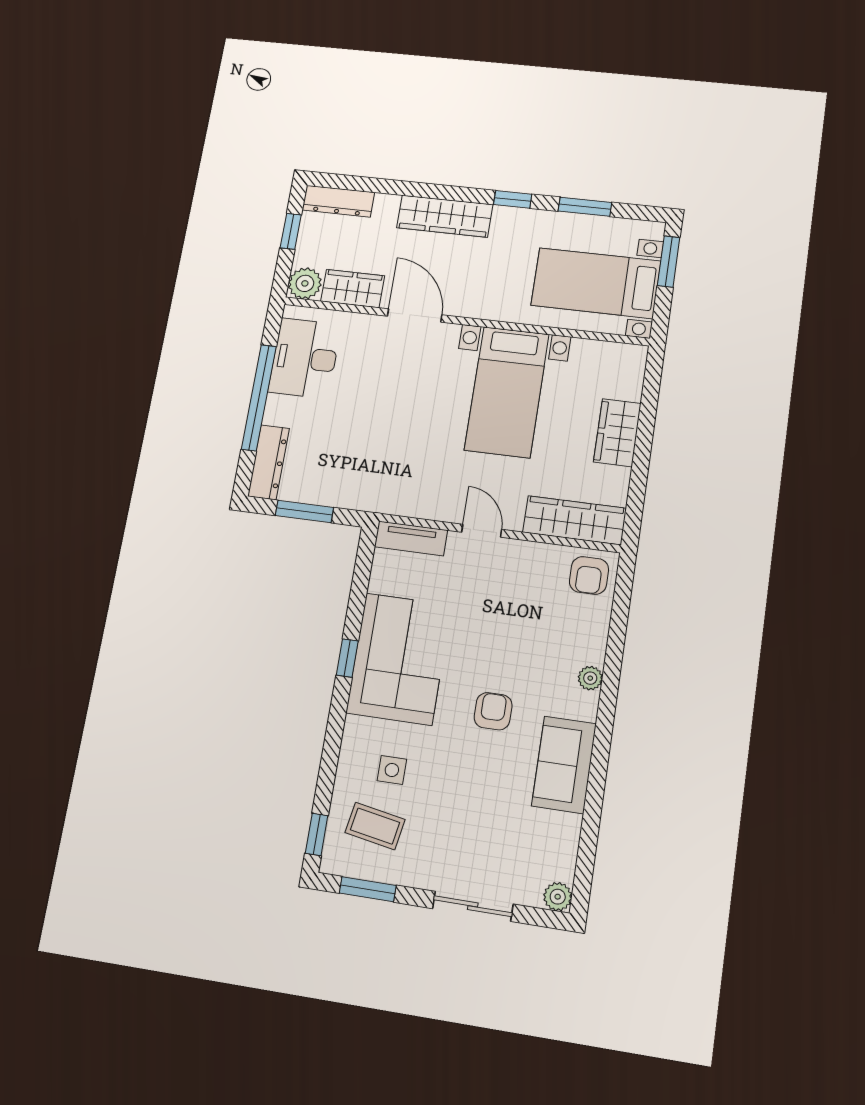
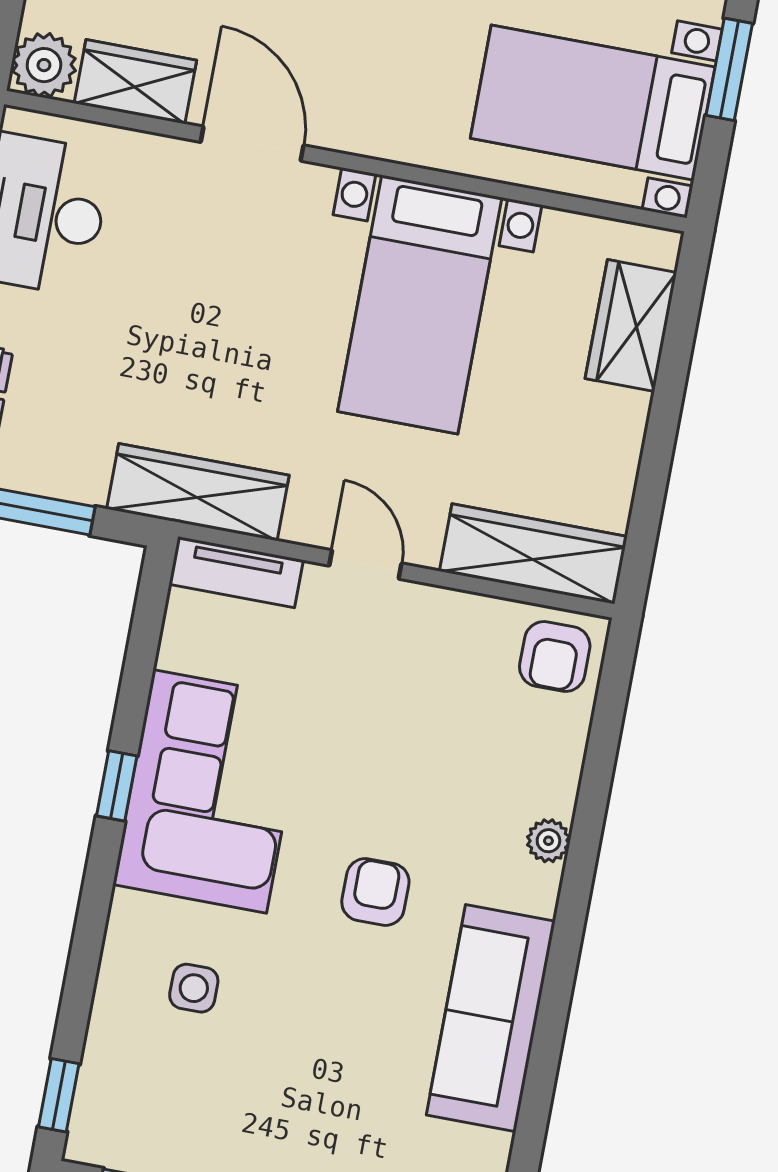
wardrobe: (617, 433) -> (631, 326), moved
wardrobe: (389, 497) -> (198, 492), added
sofa: (564, 765) -> (491, 1018), width x1.36
coffee table: (375, 826) -> (162, 1084), removed

